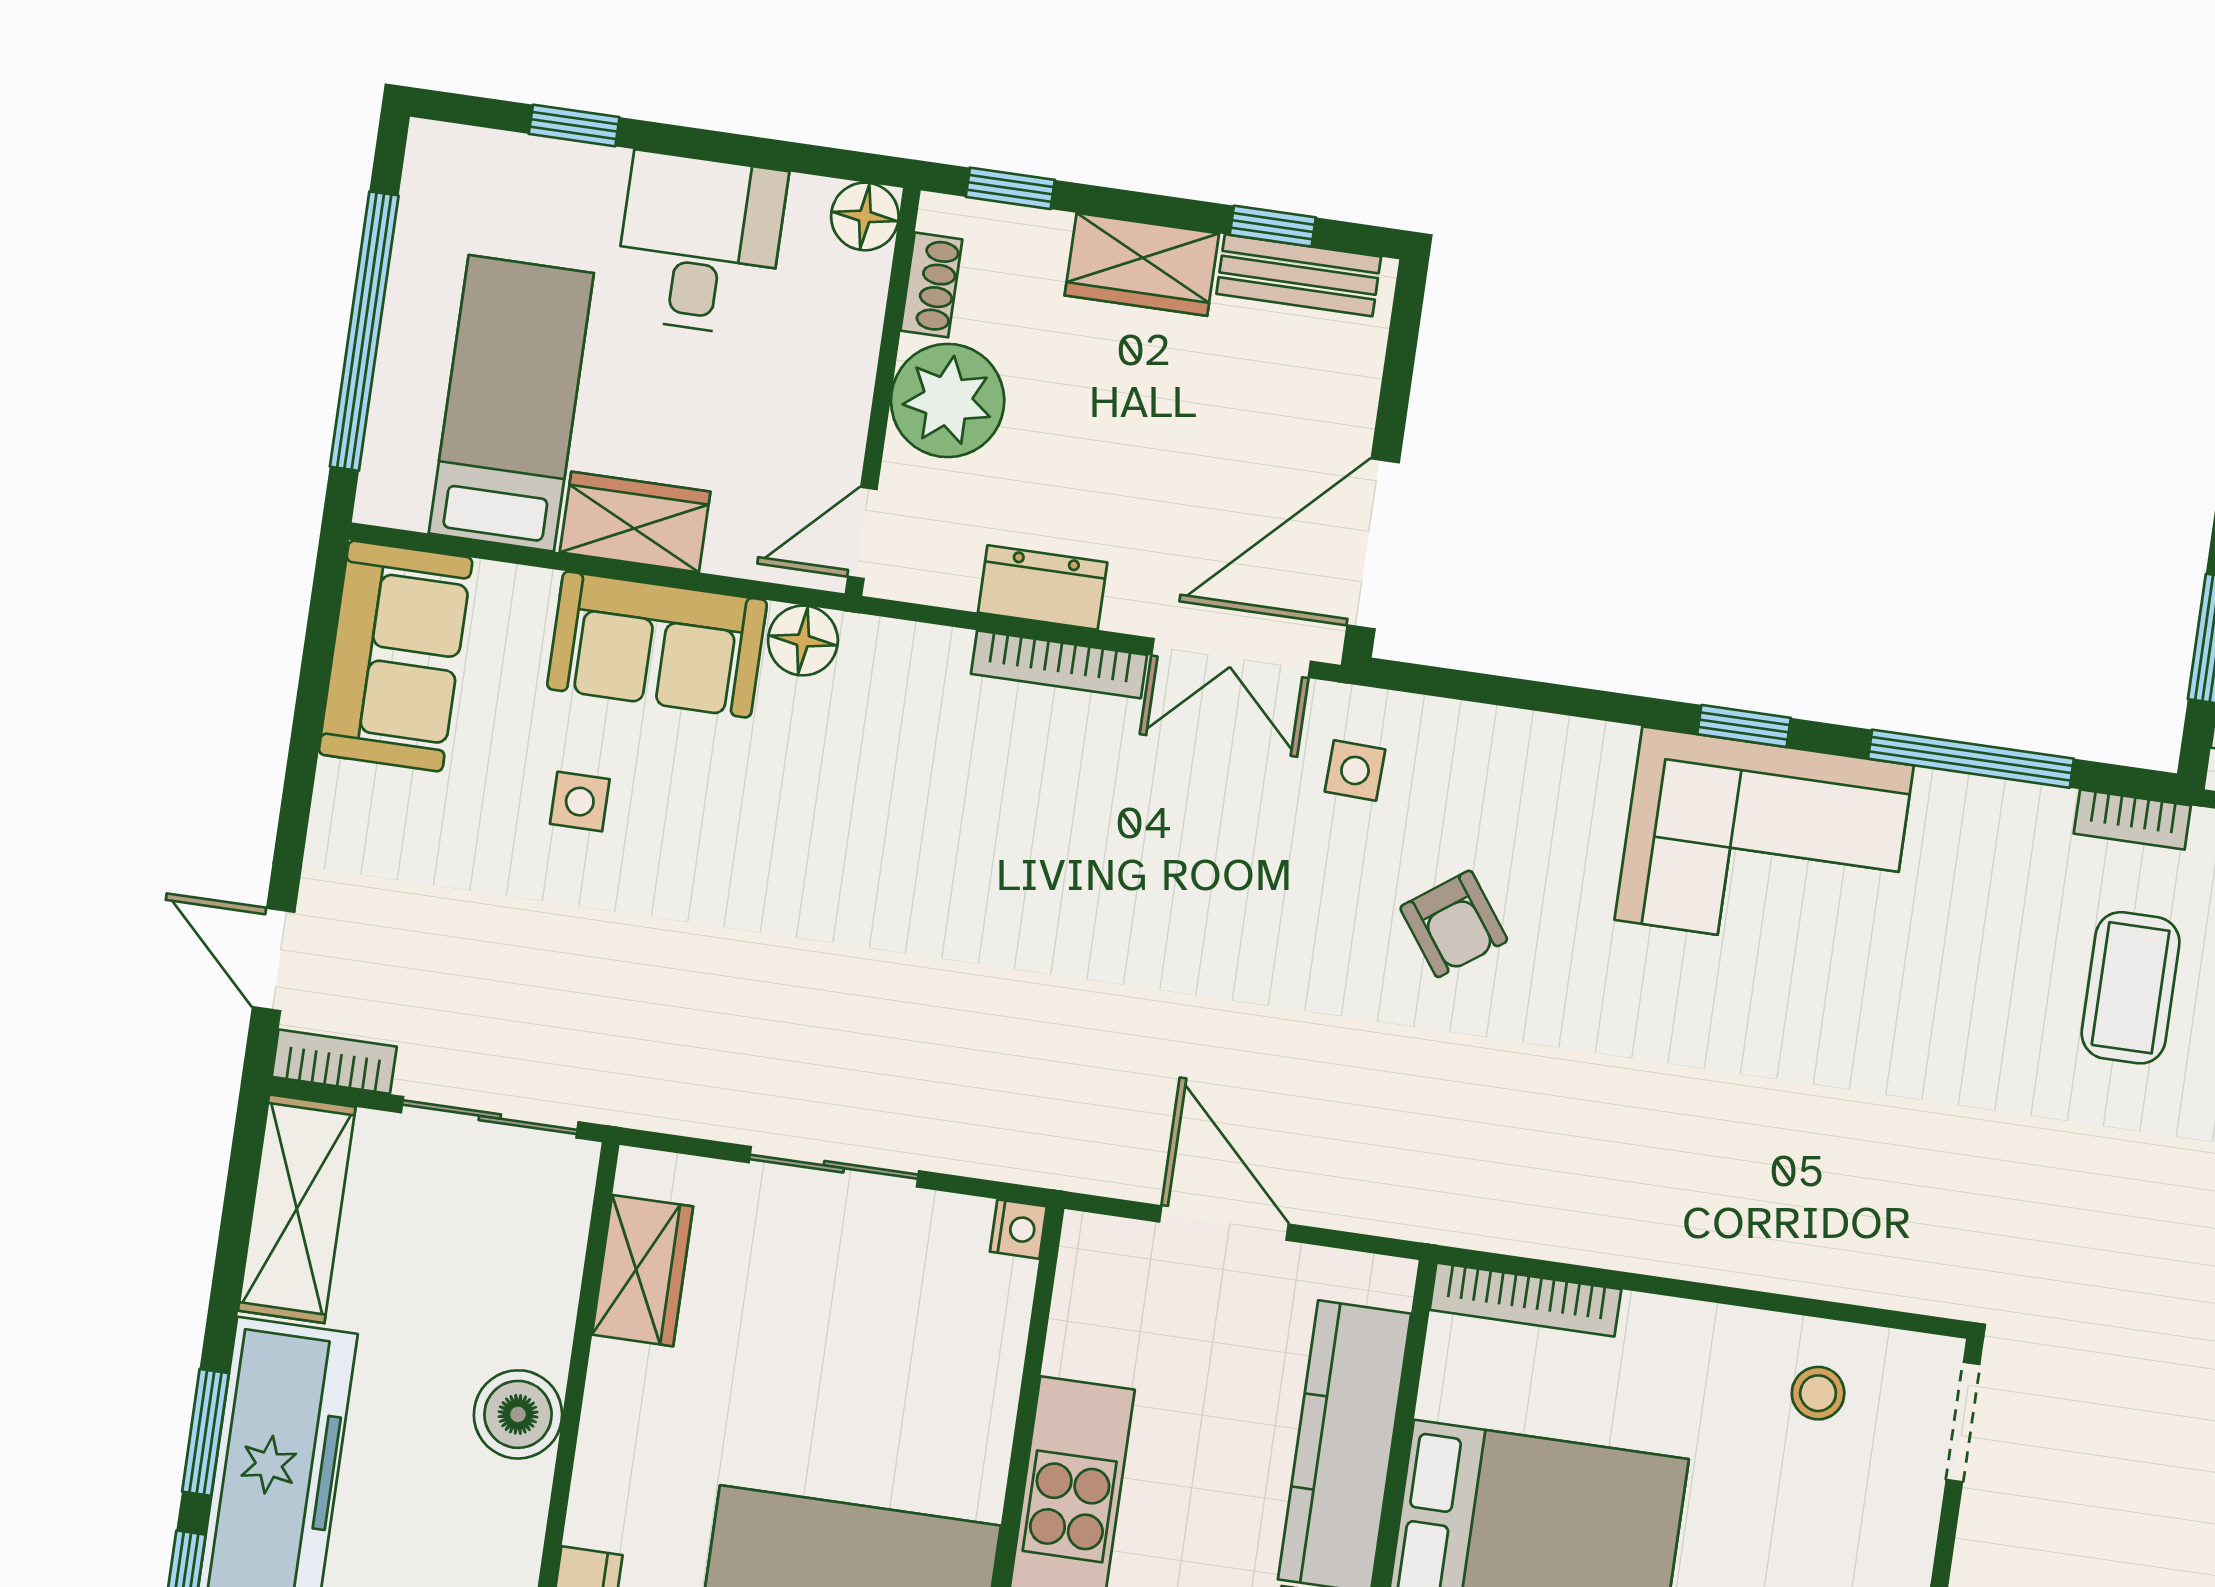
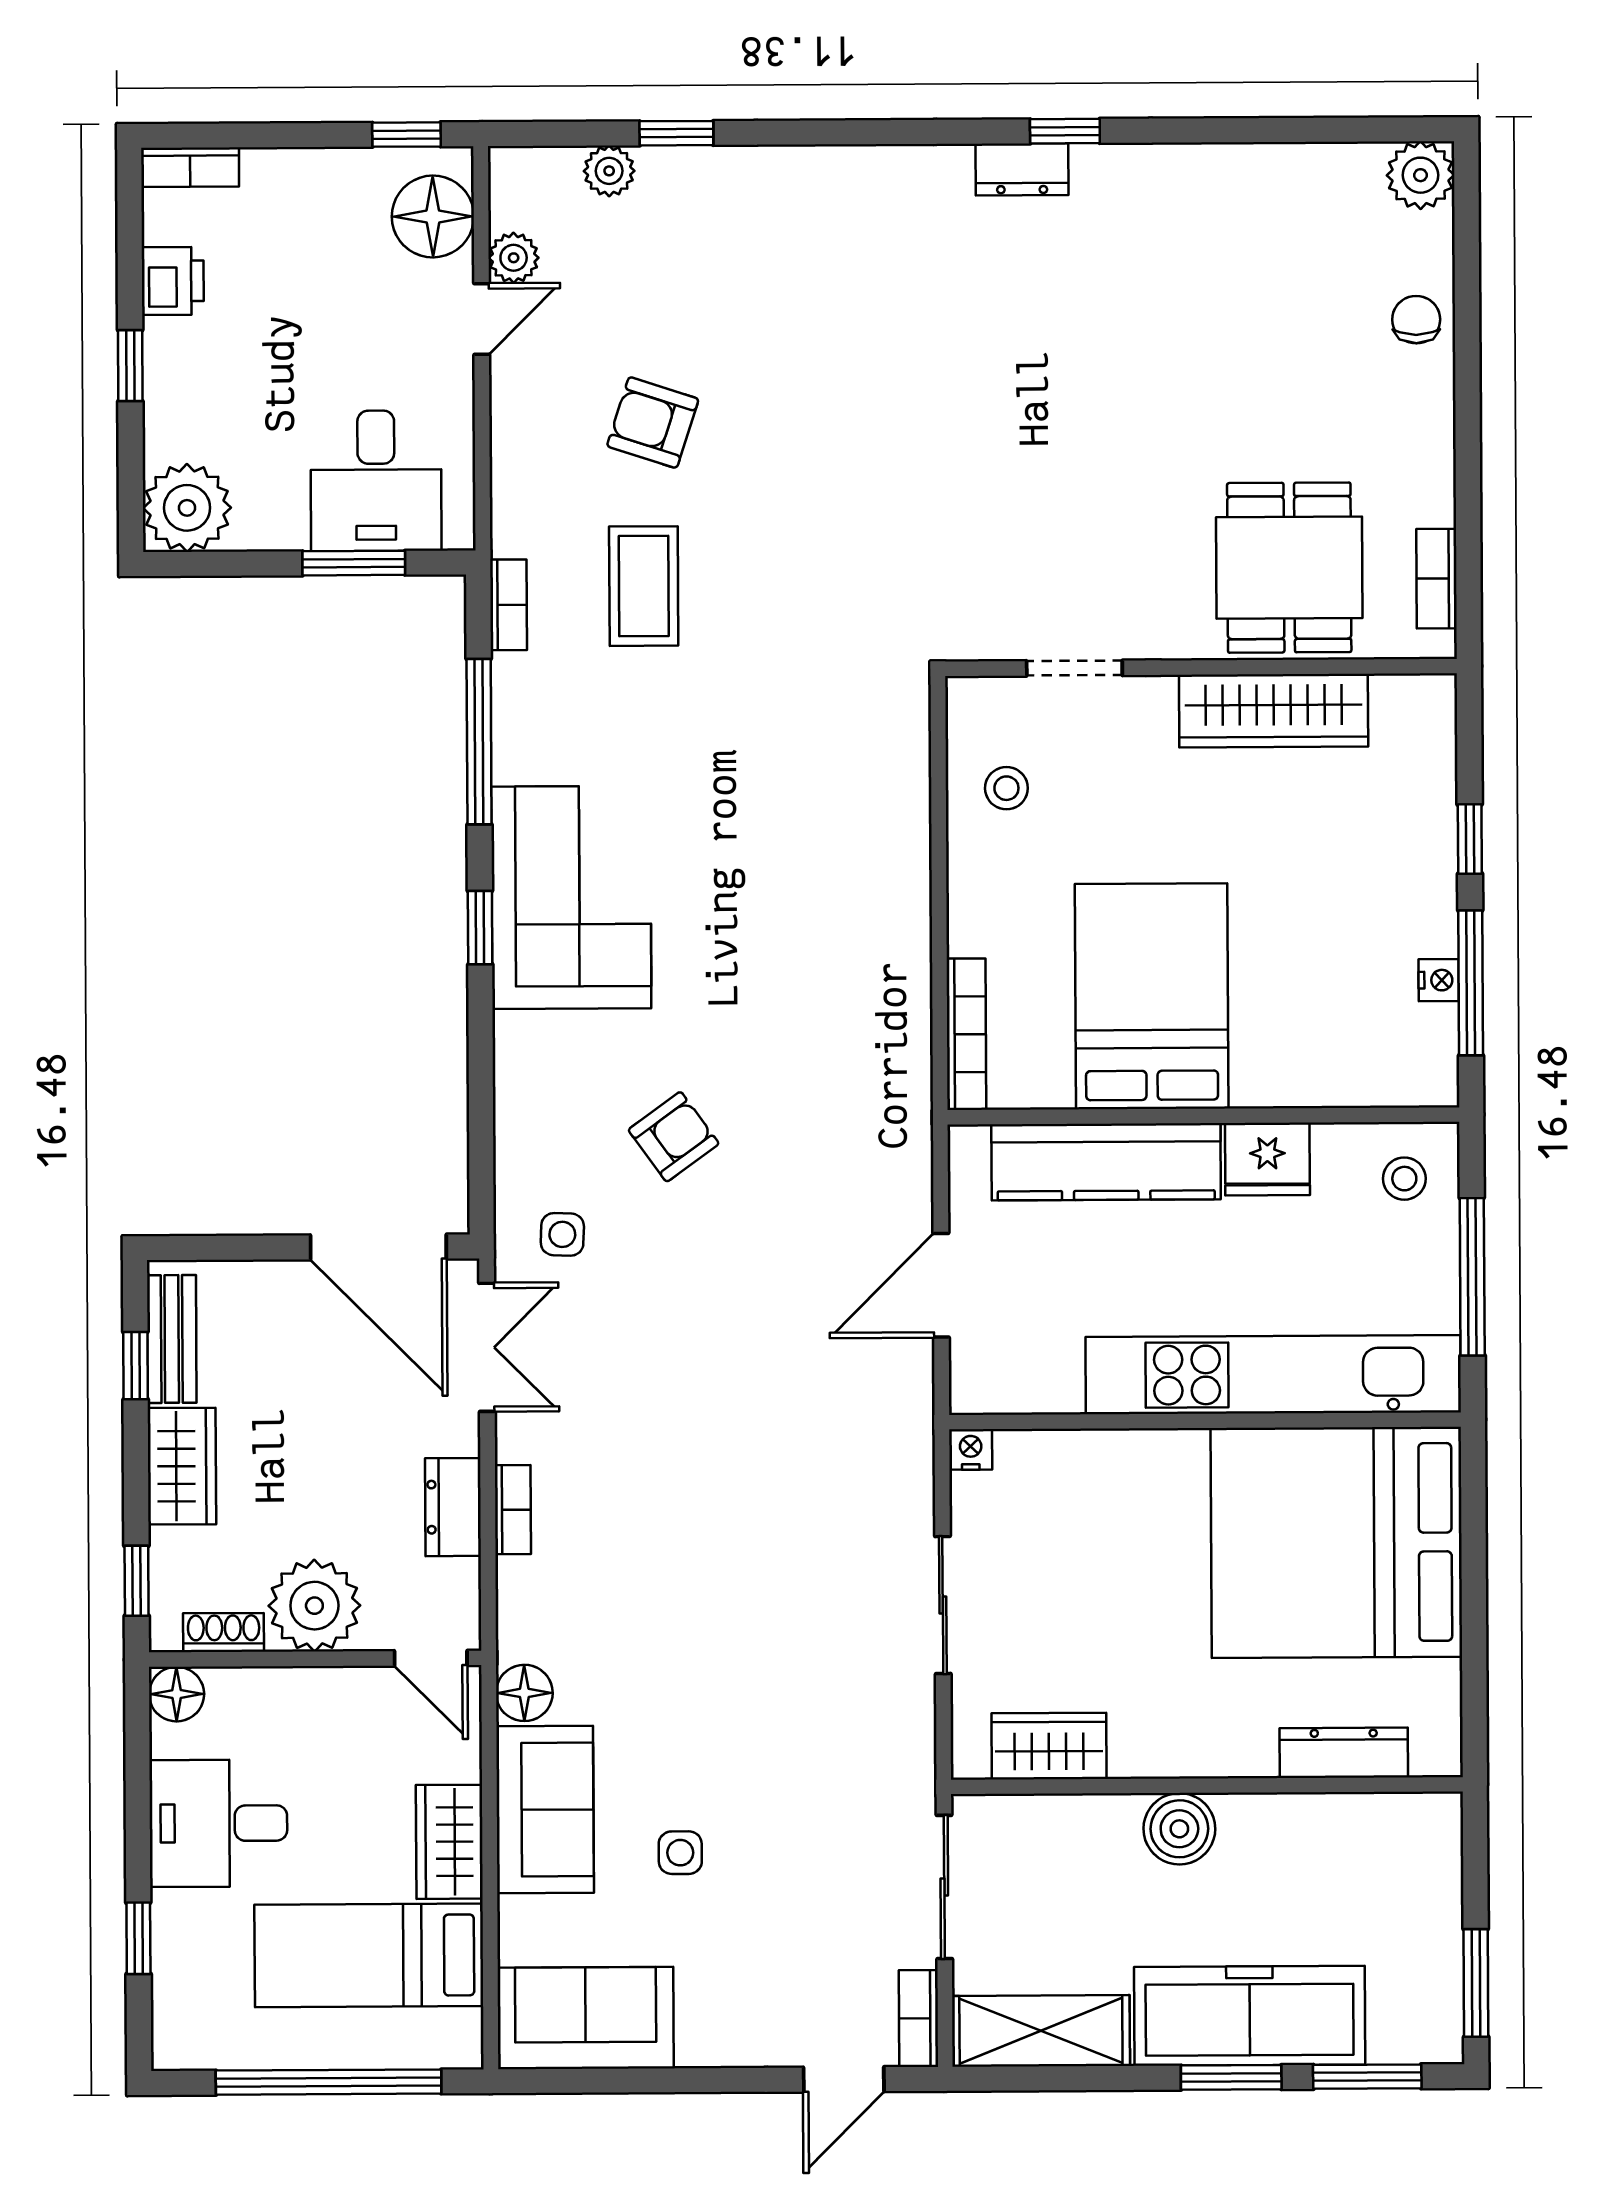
bookcase: (1059, 664) -> (513, 1510), width x0.64
coffee table: (2131, 988) -> (644, 586), turned 90
doorway: (1963, 1422) -> (1074, 668), moved

